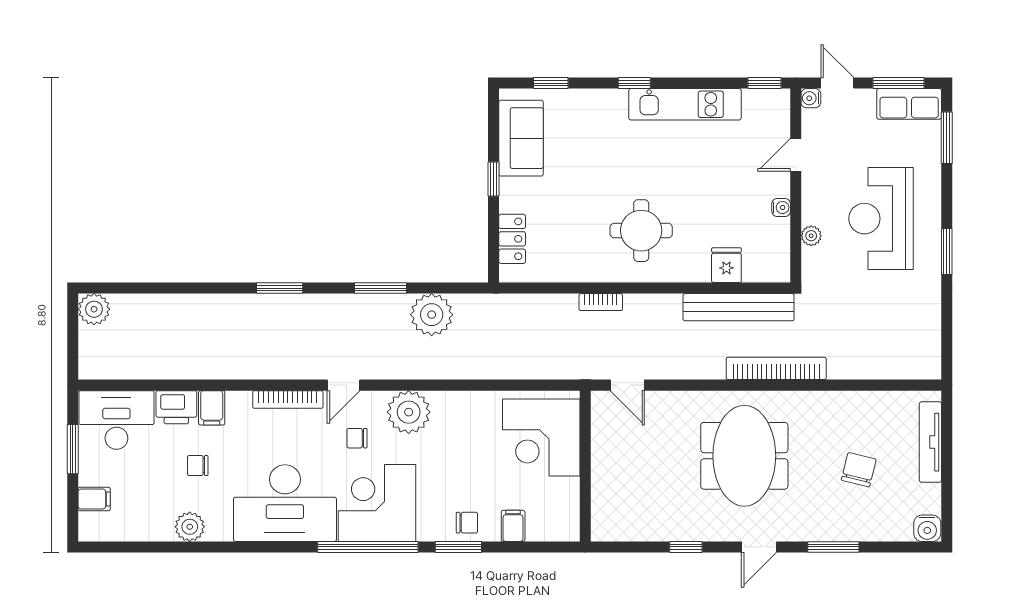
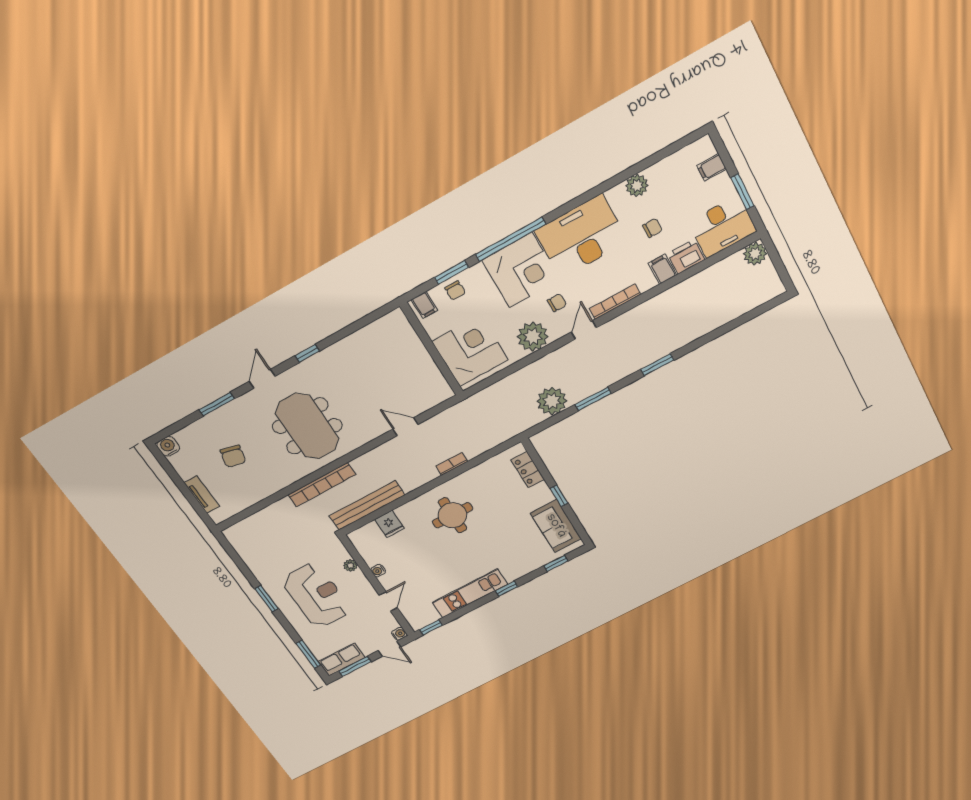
plant: (94, 309) -> (755, 254), moved
corner desk: (541, 438) -> (470, 351), moved
tv unit: (930, 442) -> (202, 495), width x0.71
wall: (585, 466) -> (432, 349), moved
chair: (467, 523) -> (455, 291), turned -90

